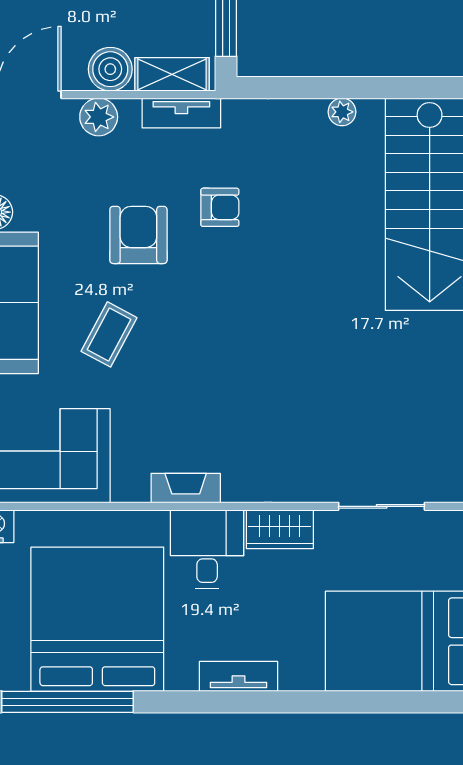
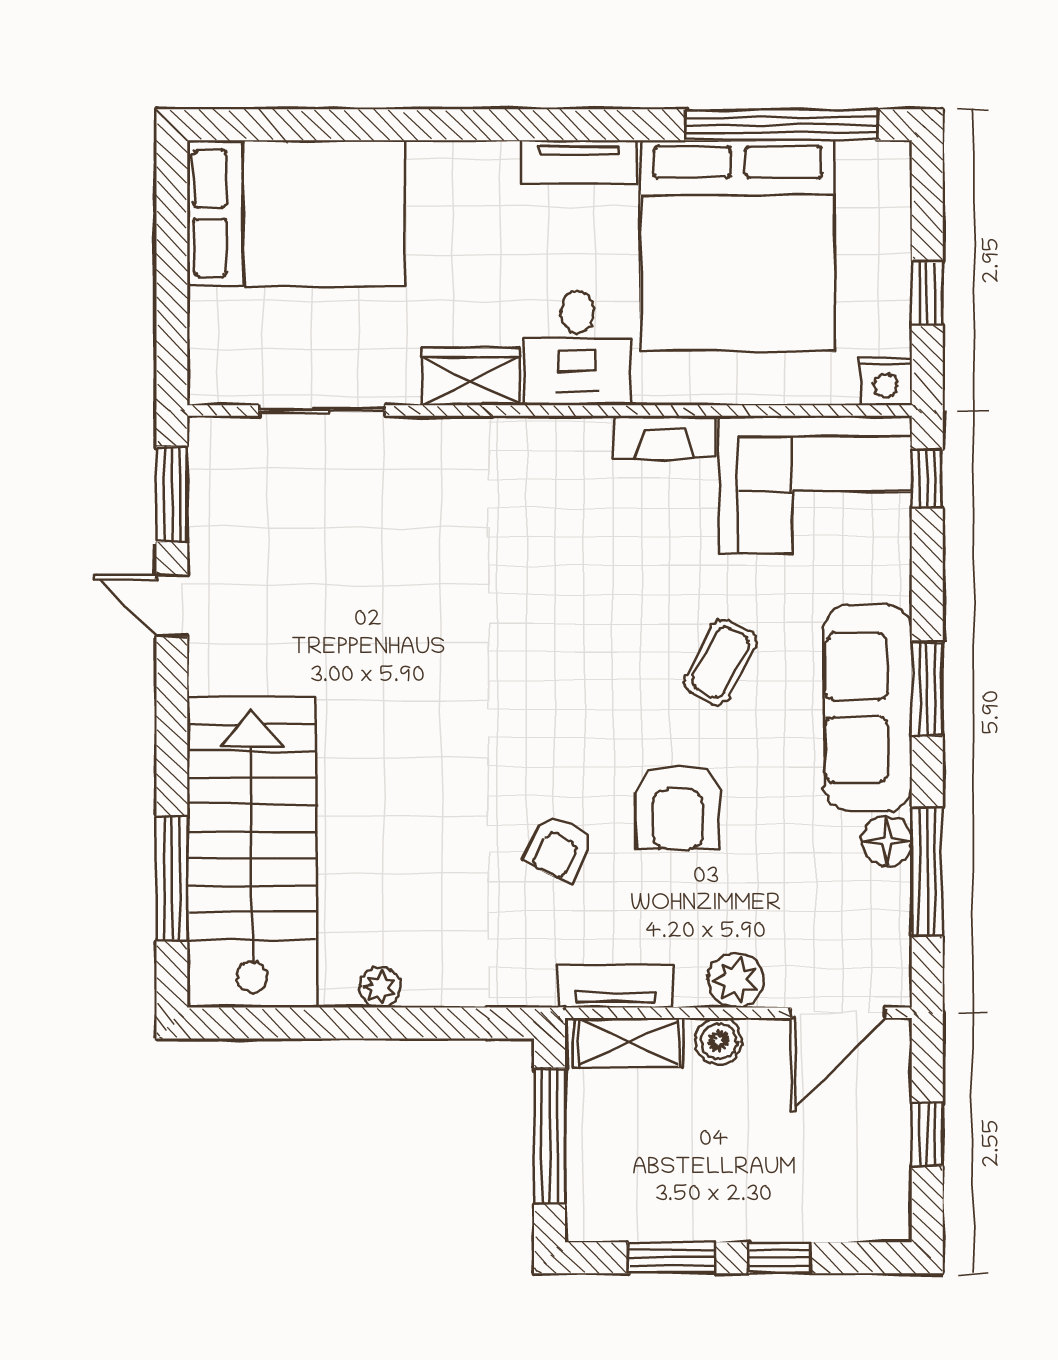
boiler: (110, 69) -> (719, 1041), width x0.73, depth x0.73
armchair: (220, 207) -> (558, 848), turned -64
fireplace: (186, 488) -> (664, 437), moved
tv unit: (239, 676) -> (579, 162), moved

